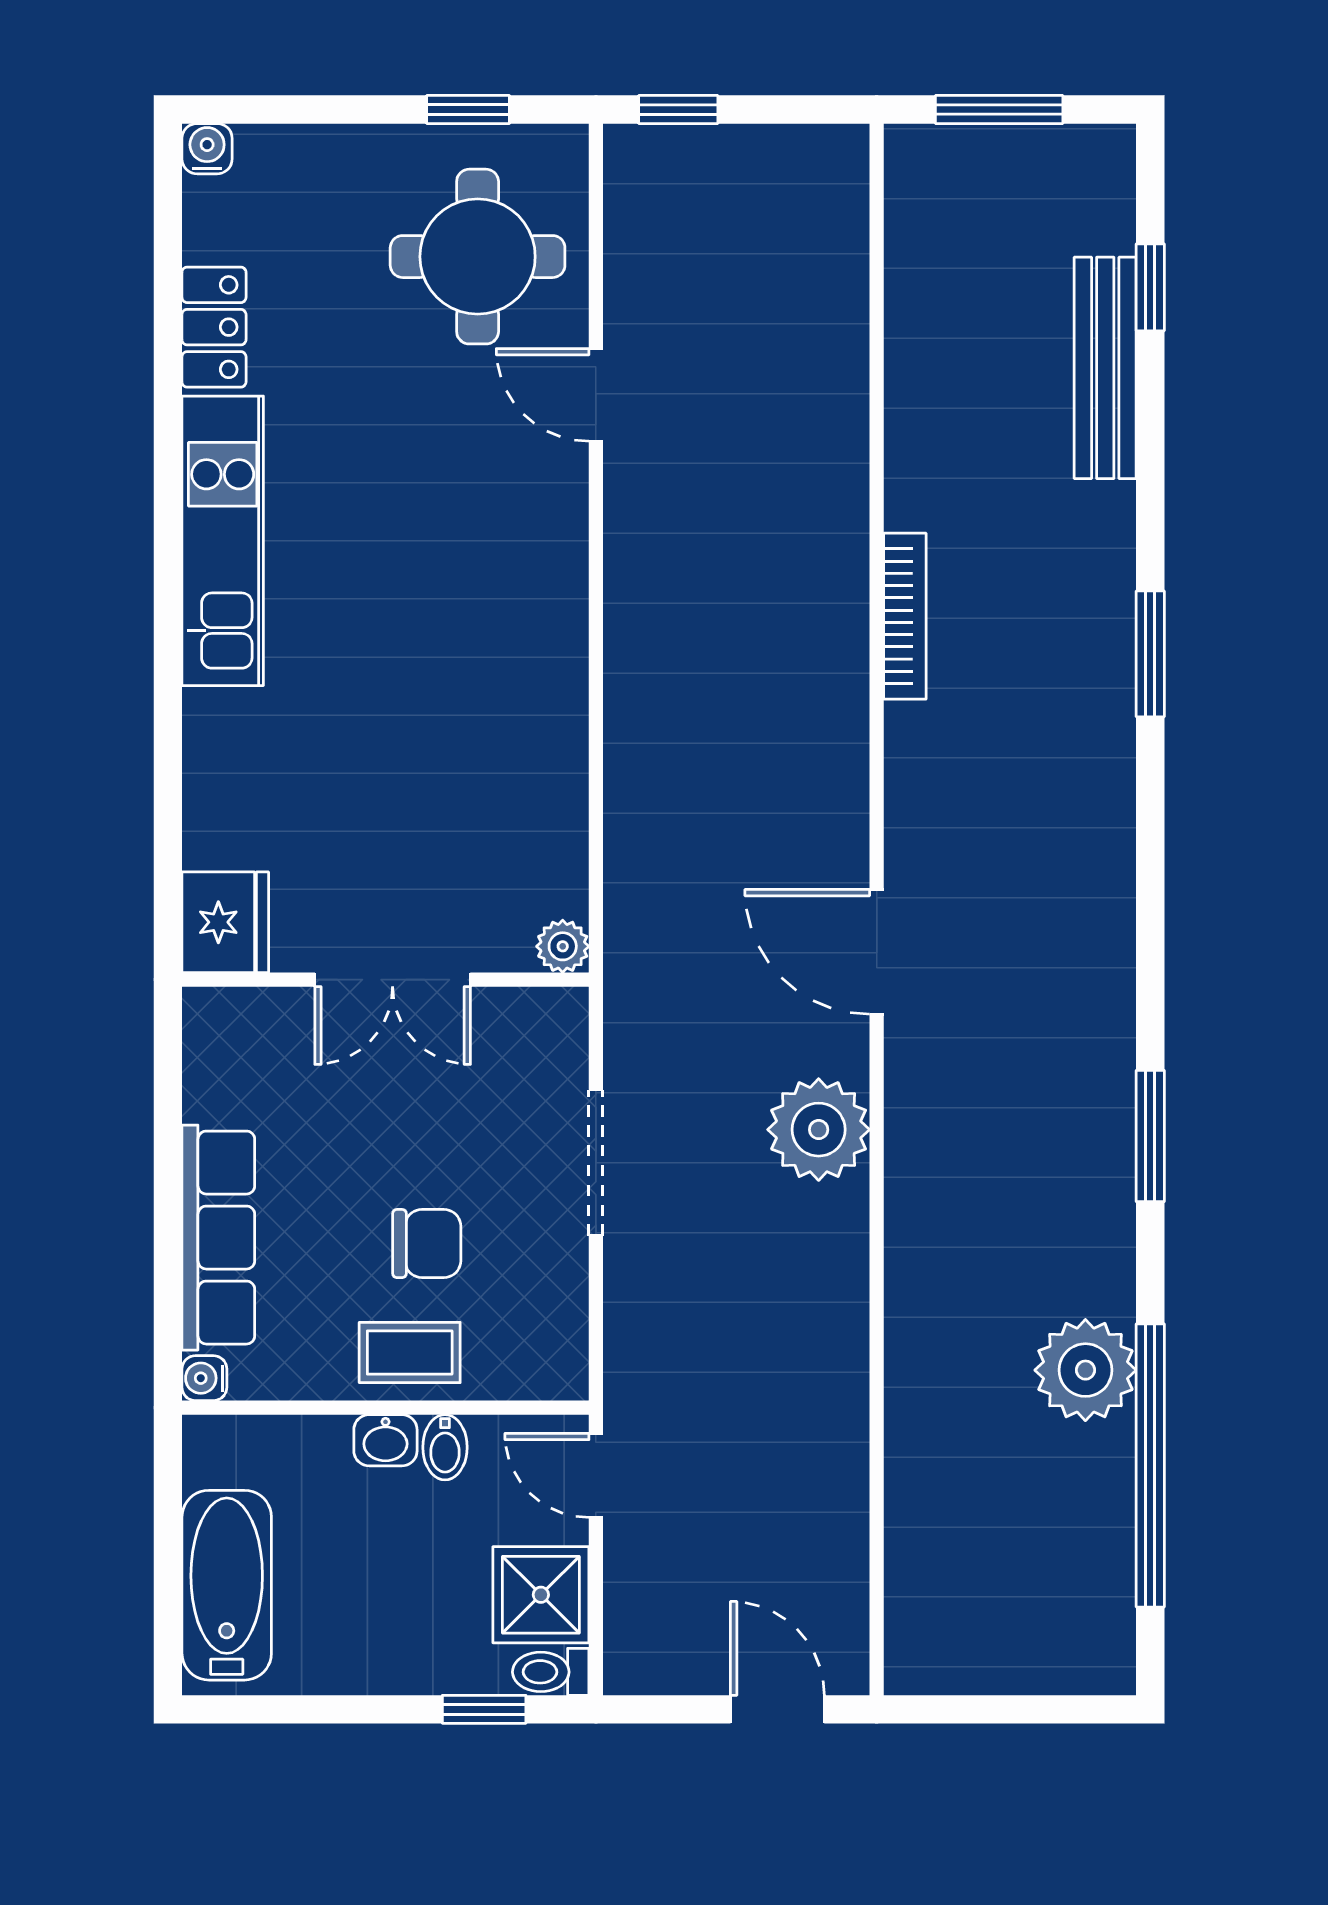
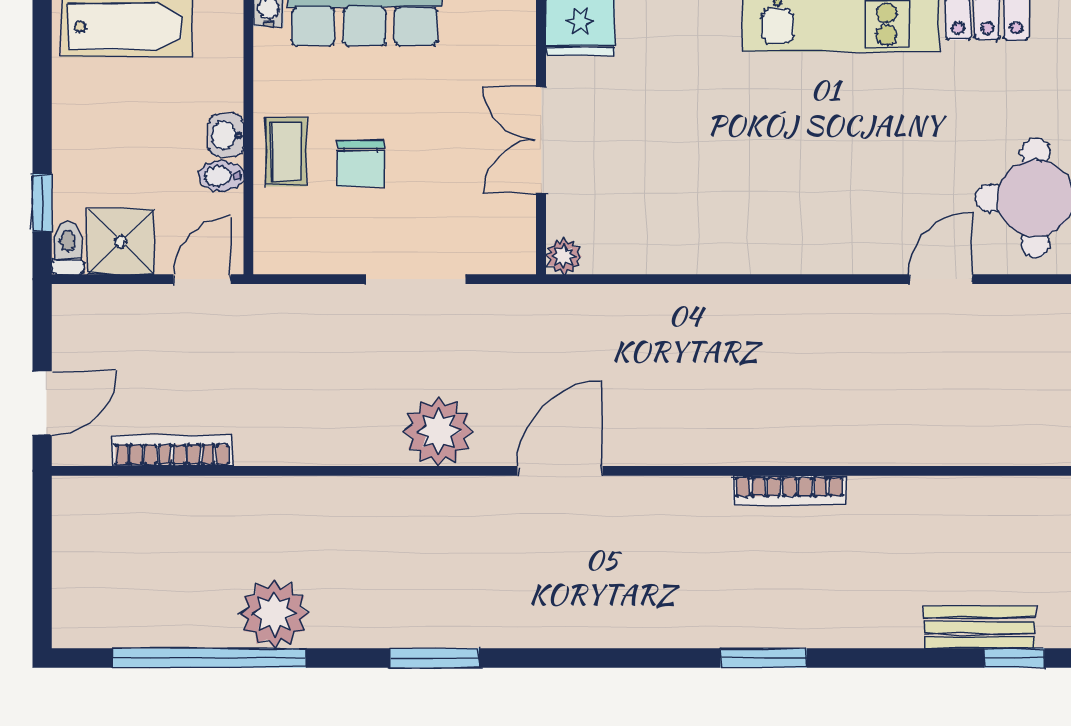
bench: (1105, 368) -> (979, 627), width x0.73
bookcase: (847, 1519) -> (172, 451), added

